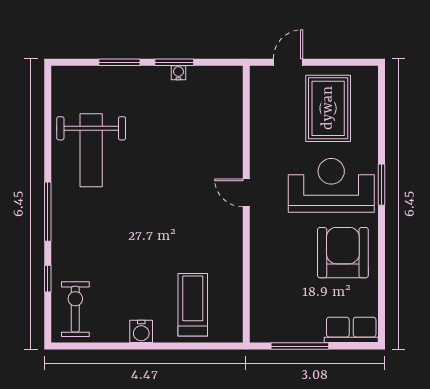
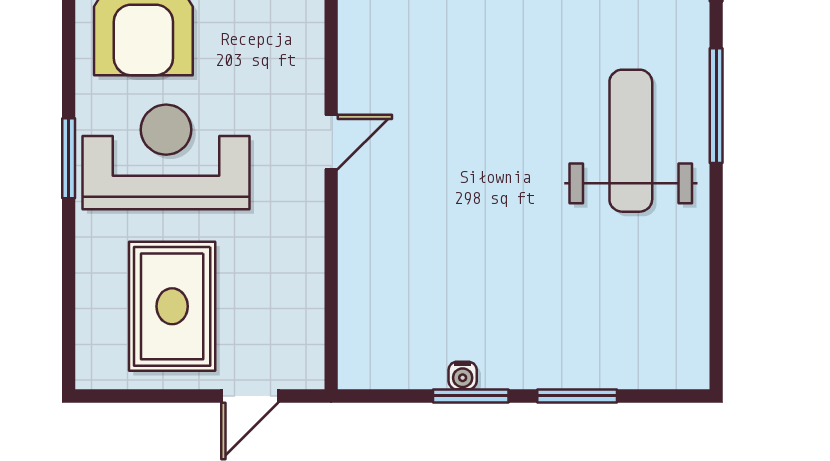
weight bench: (91, 150) -> (631, 141), moved
reception desk: (331, 185) -> (166, 157), turned 180
door: (246, 193) -> (331, 142), hinge flipped

